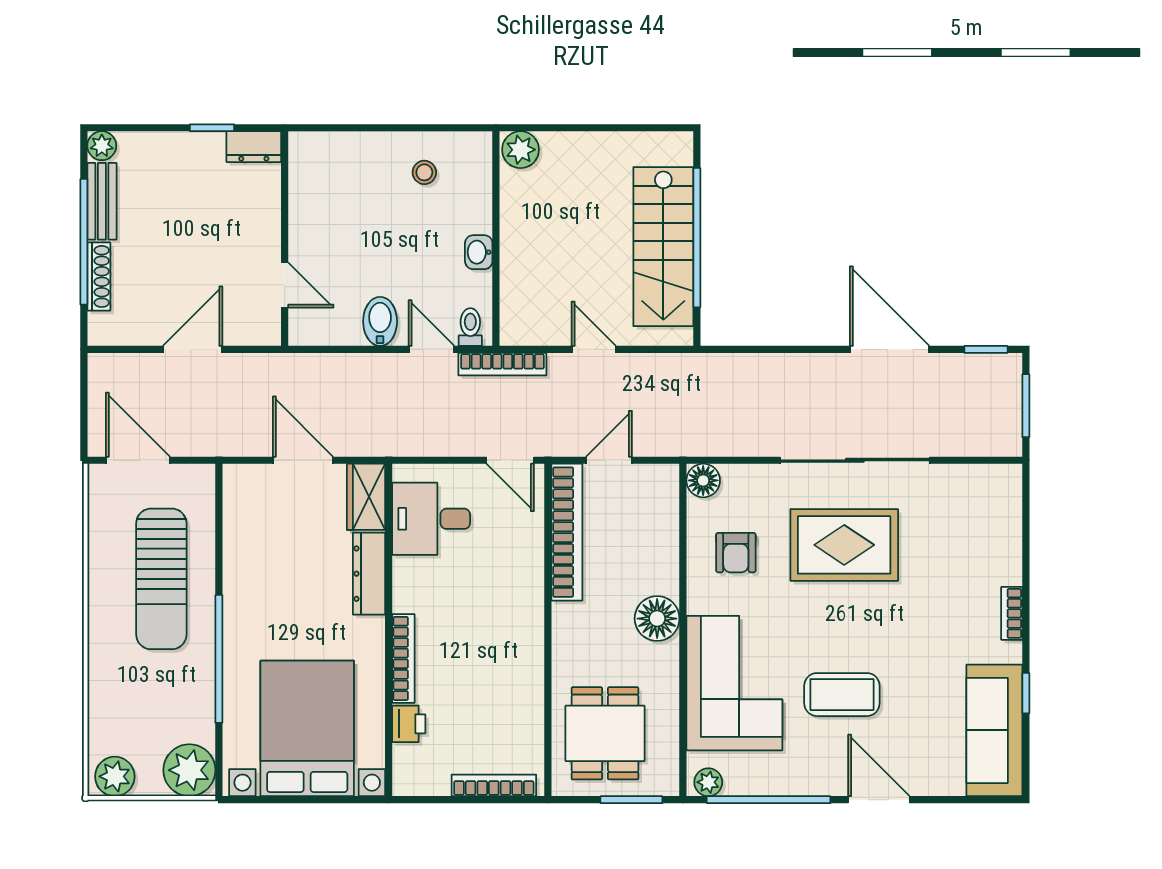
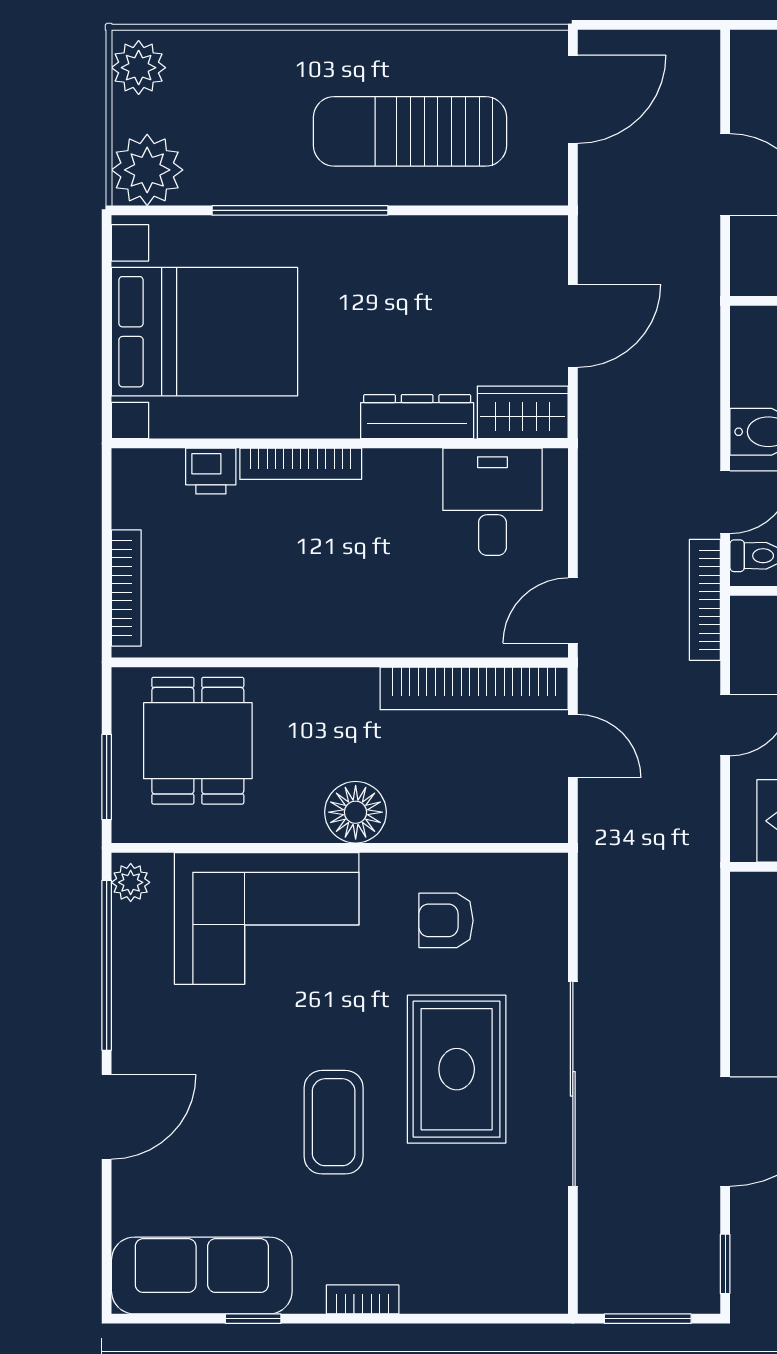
floor lamp: (703, 480) -> (545, 876), removed
coffee table: (842, 695) -> (334, 1122), moved
dining table: (605, 733) -> (198, 741), turned 90

